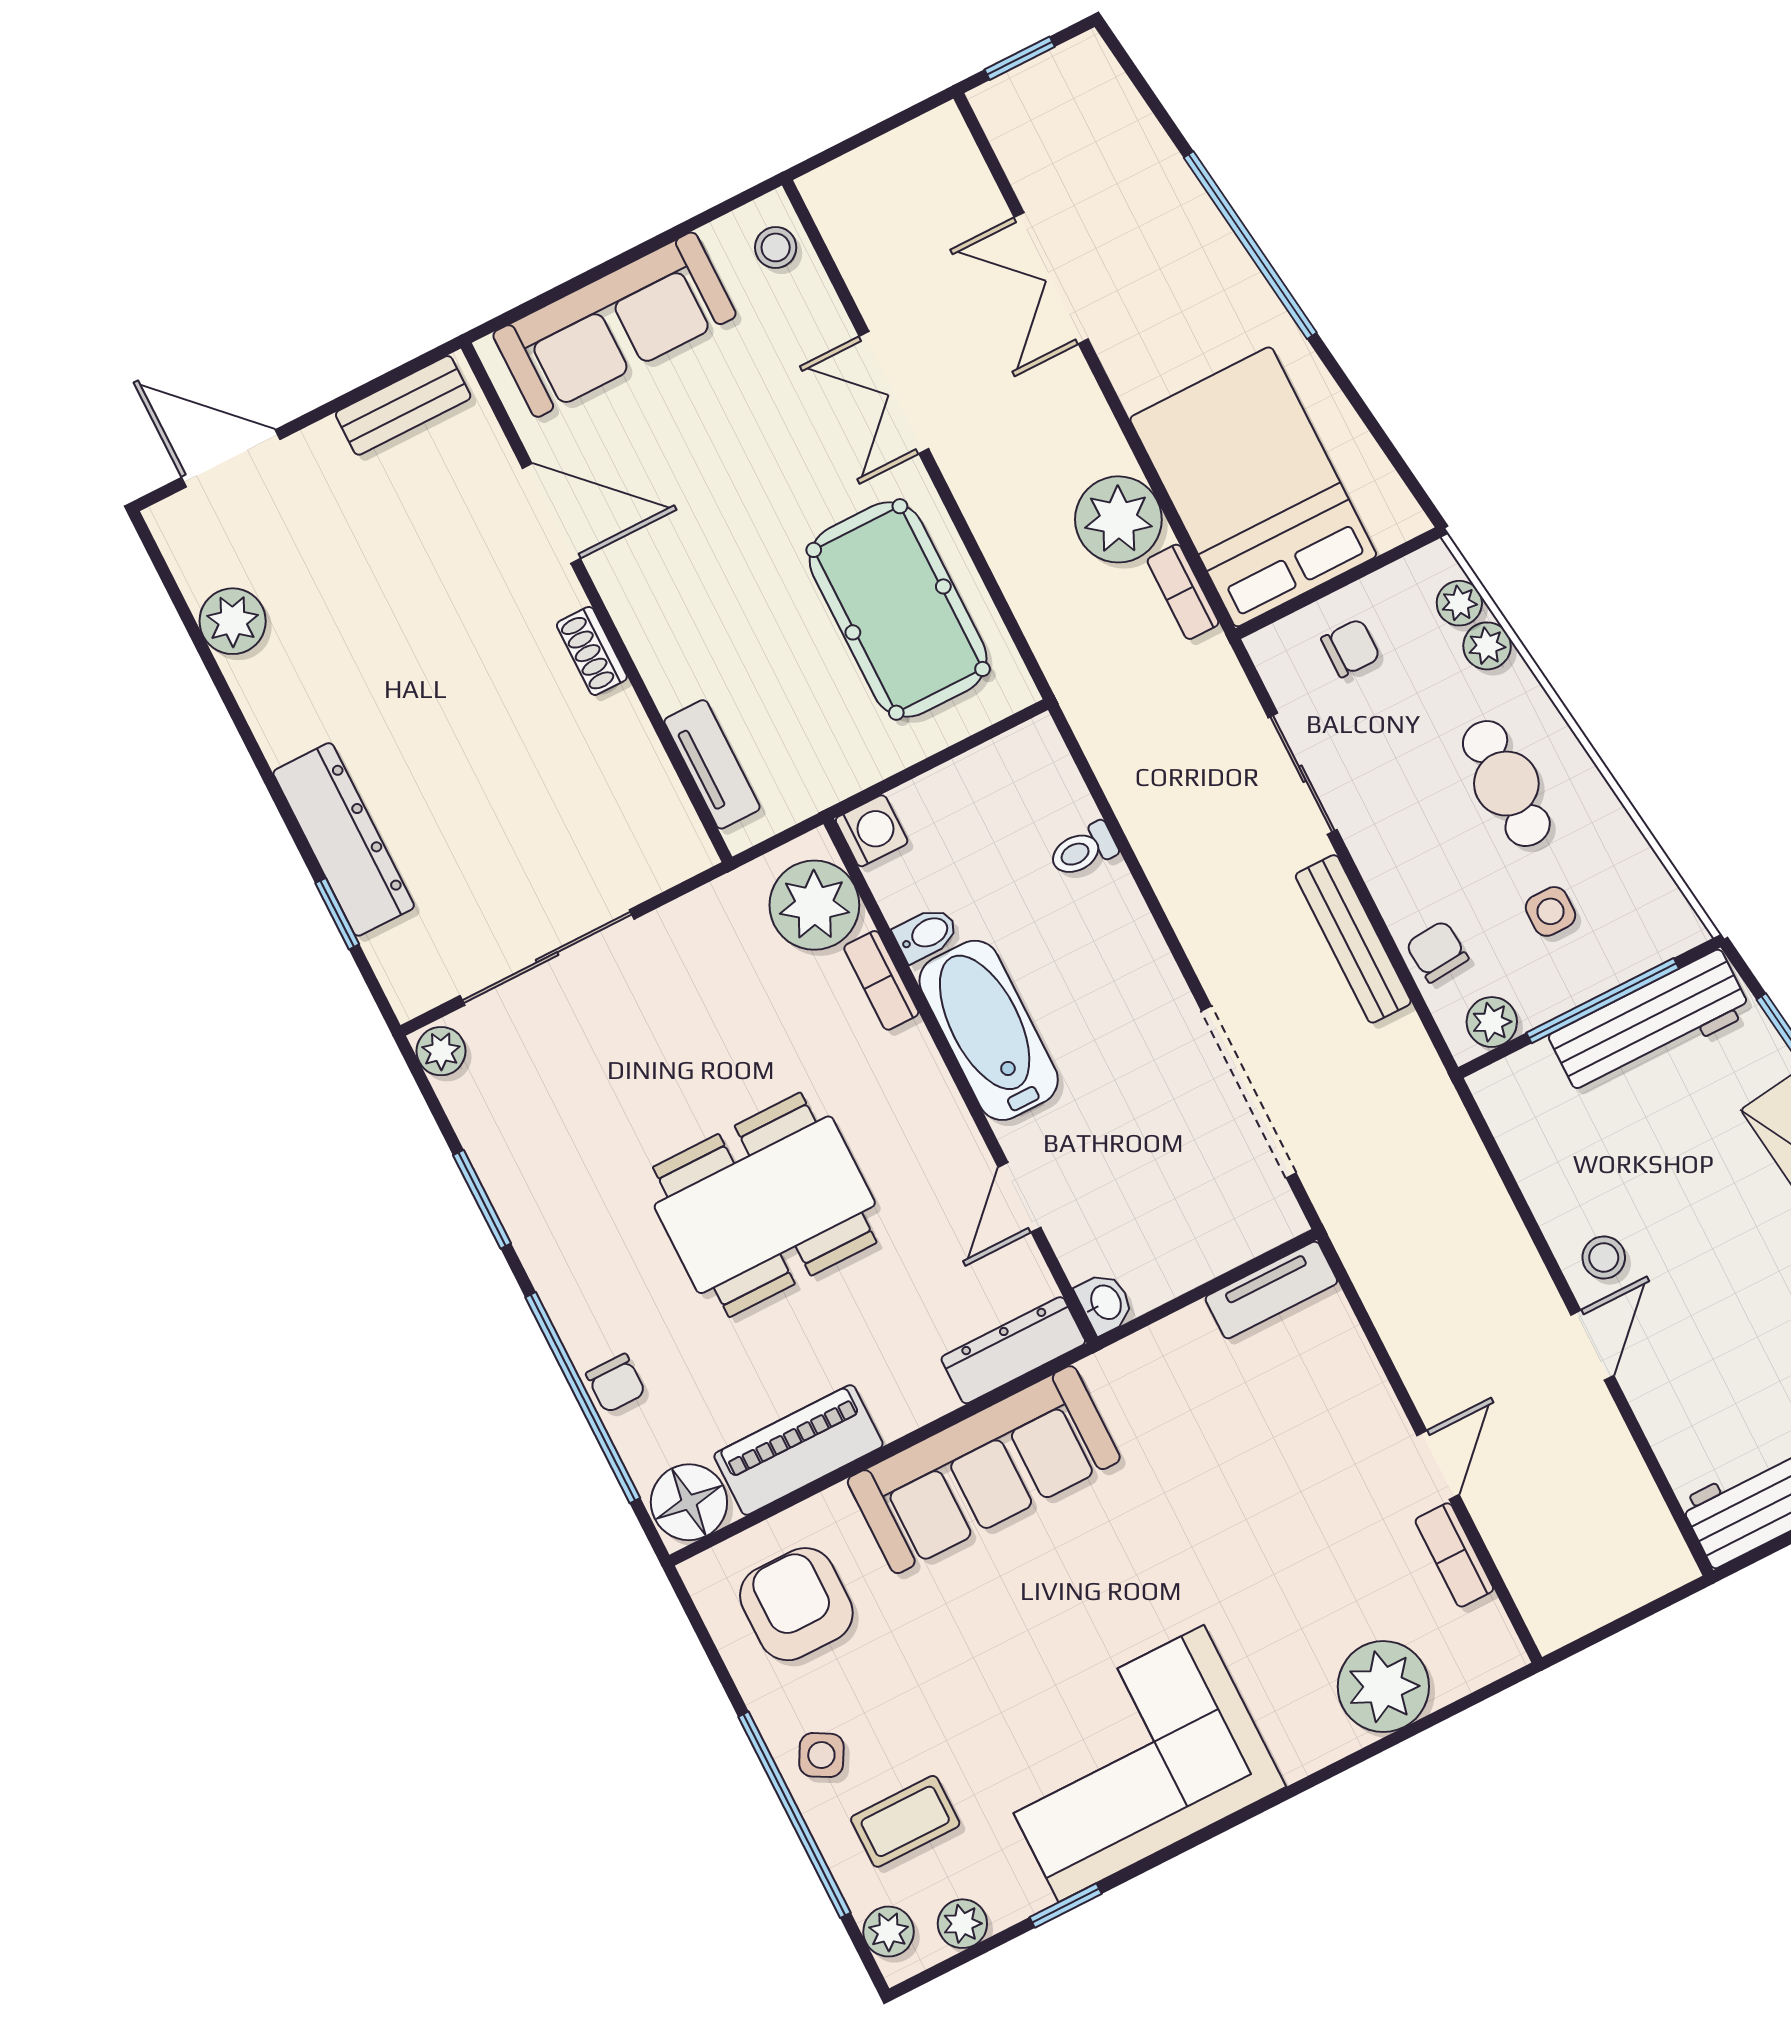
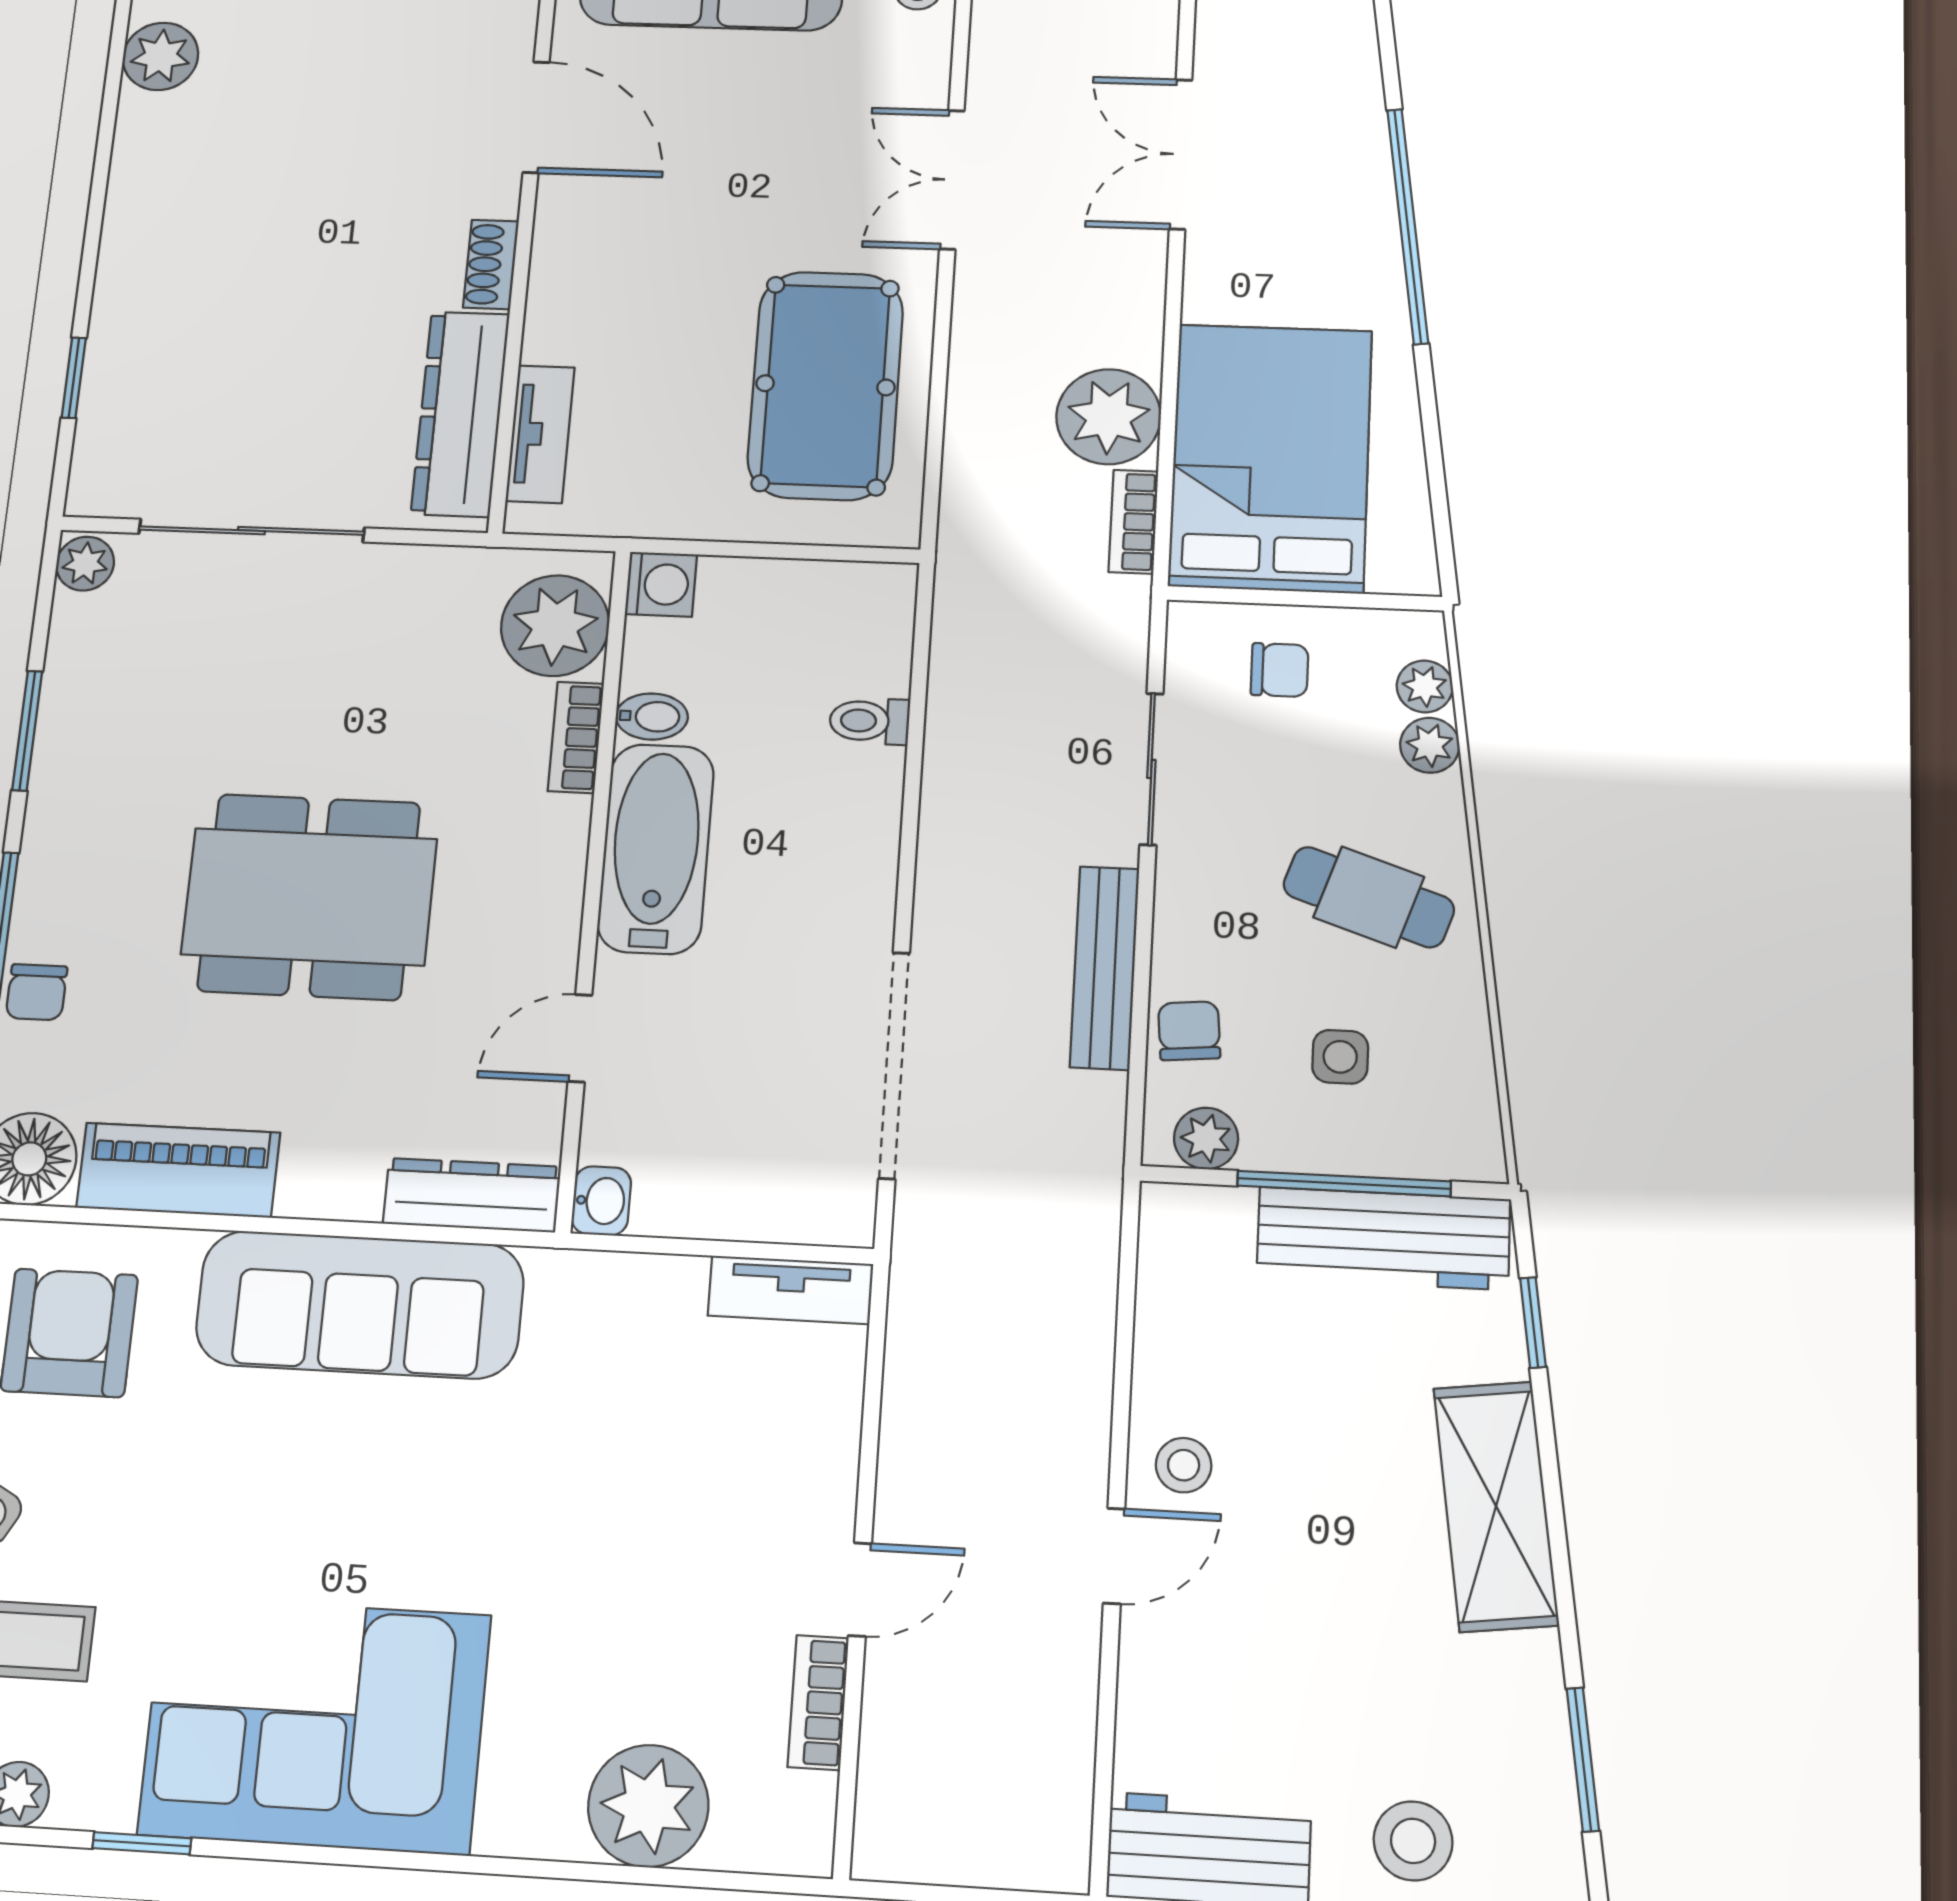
cafe table: (1506, 784) -> (1369, 897), turned -71
dresser: (344, 839) -> (460, 414), moved, turned 180

